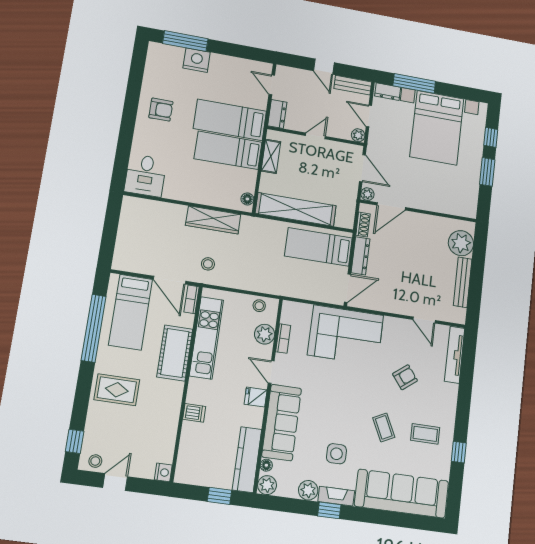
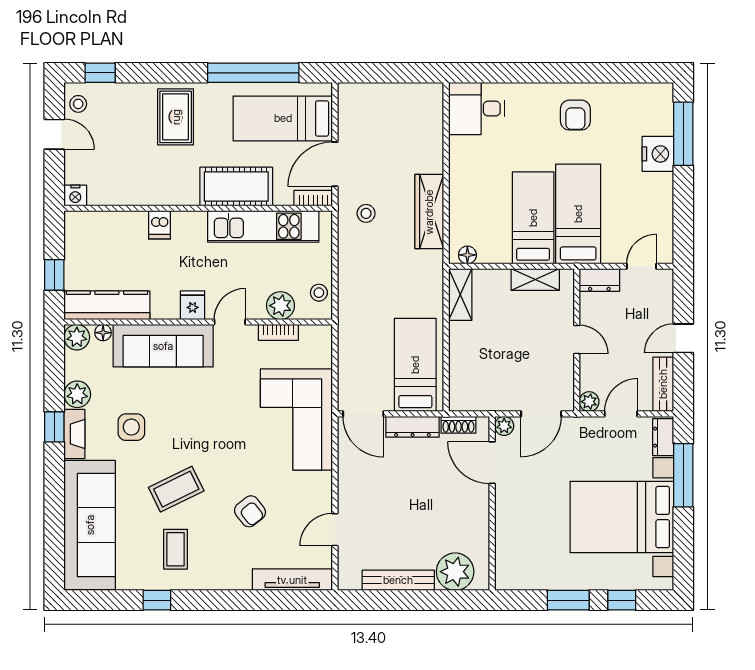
shelving: (296, 209) -> (460, 295), width x0.45, depth x0.75
coffee table: (384, 427) -> (176, 489), width x1.36, depth x1.30

